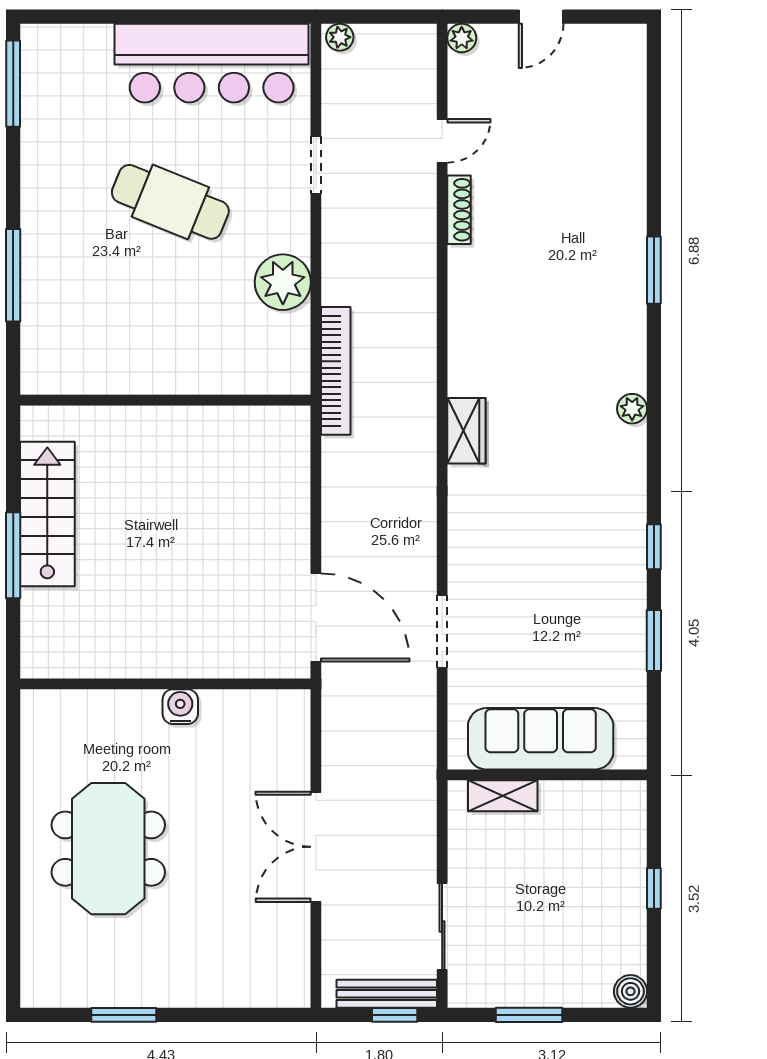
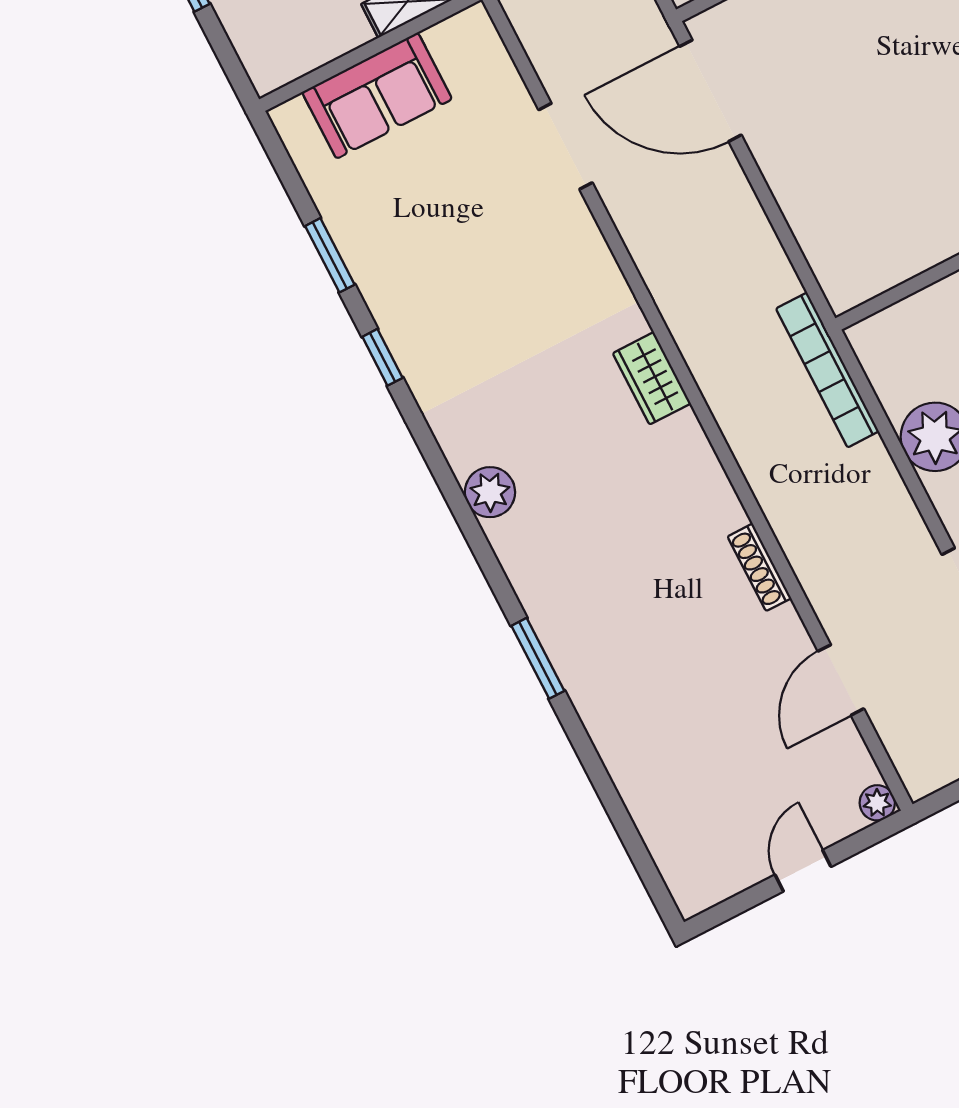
door: (442, 141) -> (841, 680), width x1.38
shoe rack: (459, 210) -> (759, 567), moved
plant: (632, 409) -> (490, 492), width x1.38, depth x1.38
sofa: (541, 739) -> (377, 96), width x0.73

